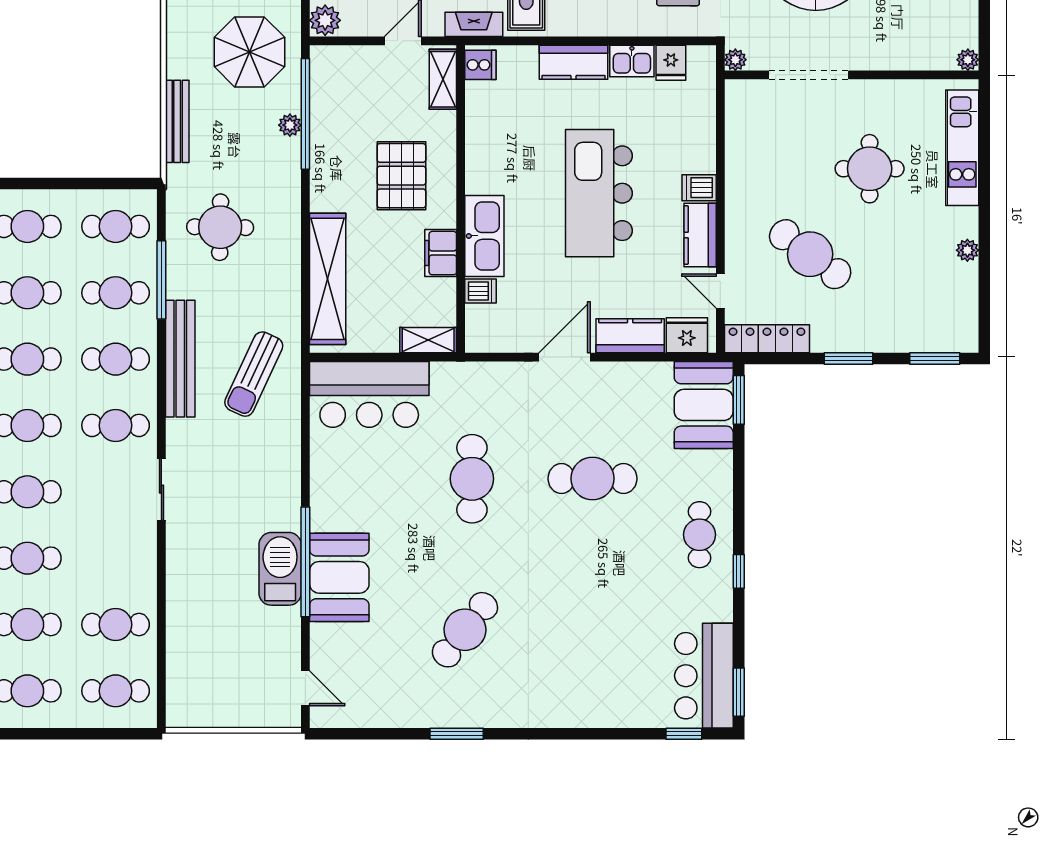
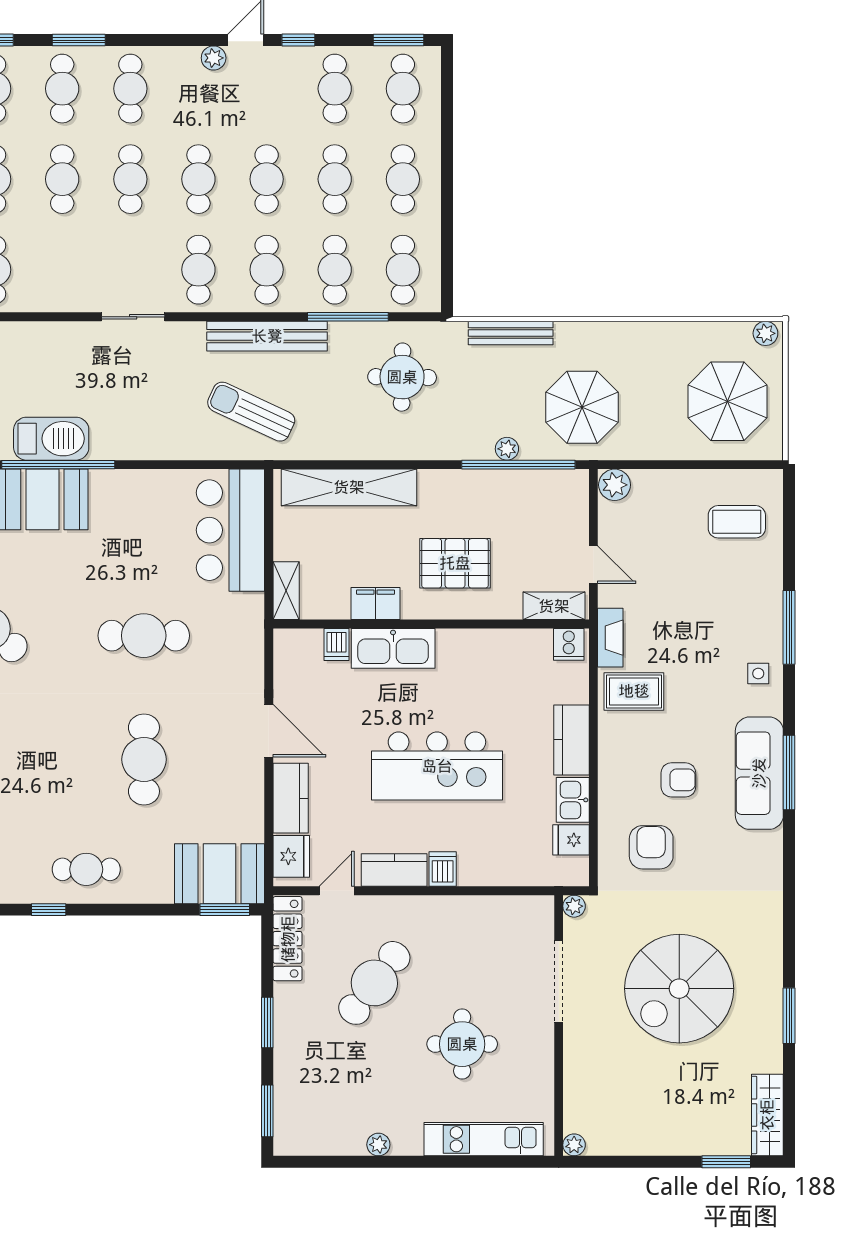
kitchen island: (599, 193) -> (437, 766), turned 180

